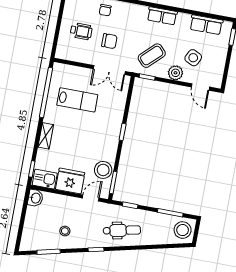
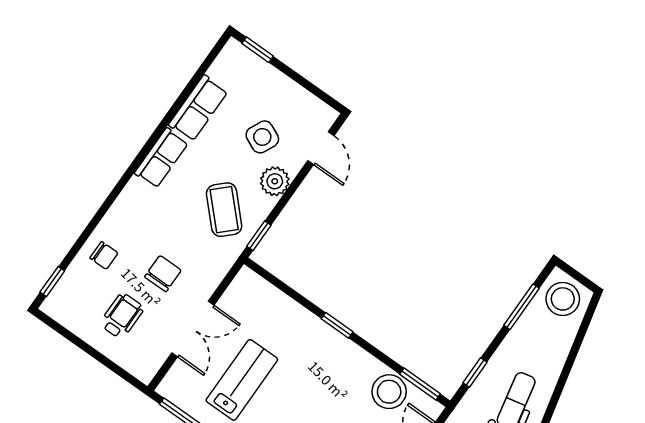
row of seats: (206, 25) -> (198, 108), moved
double door: (109, 70) -> (193, 329), moved
door: (200, 87) -> (321, 148), hinge flipped

